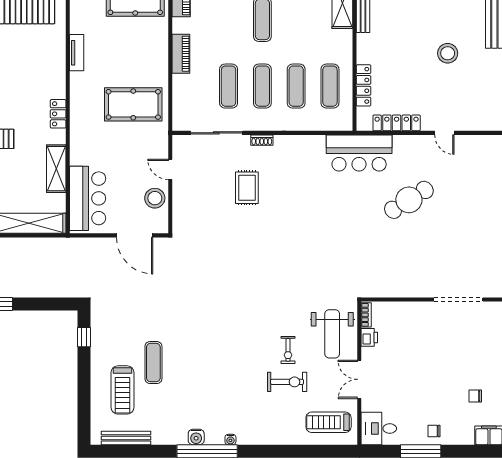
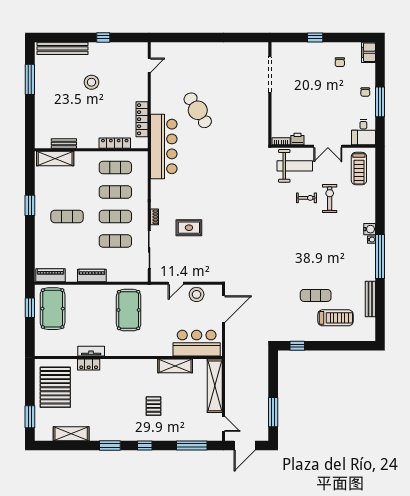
locker: (58, 114) -> (89, 364), moved
door: (444, 133) -> (149, 65), moved
bar counter: (359, 153) -> (164, 146), width x1.36
water cooler: (196, 437) -> (370, 229), moved
bench: (126, 438) -> (370, 299), moved

